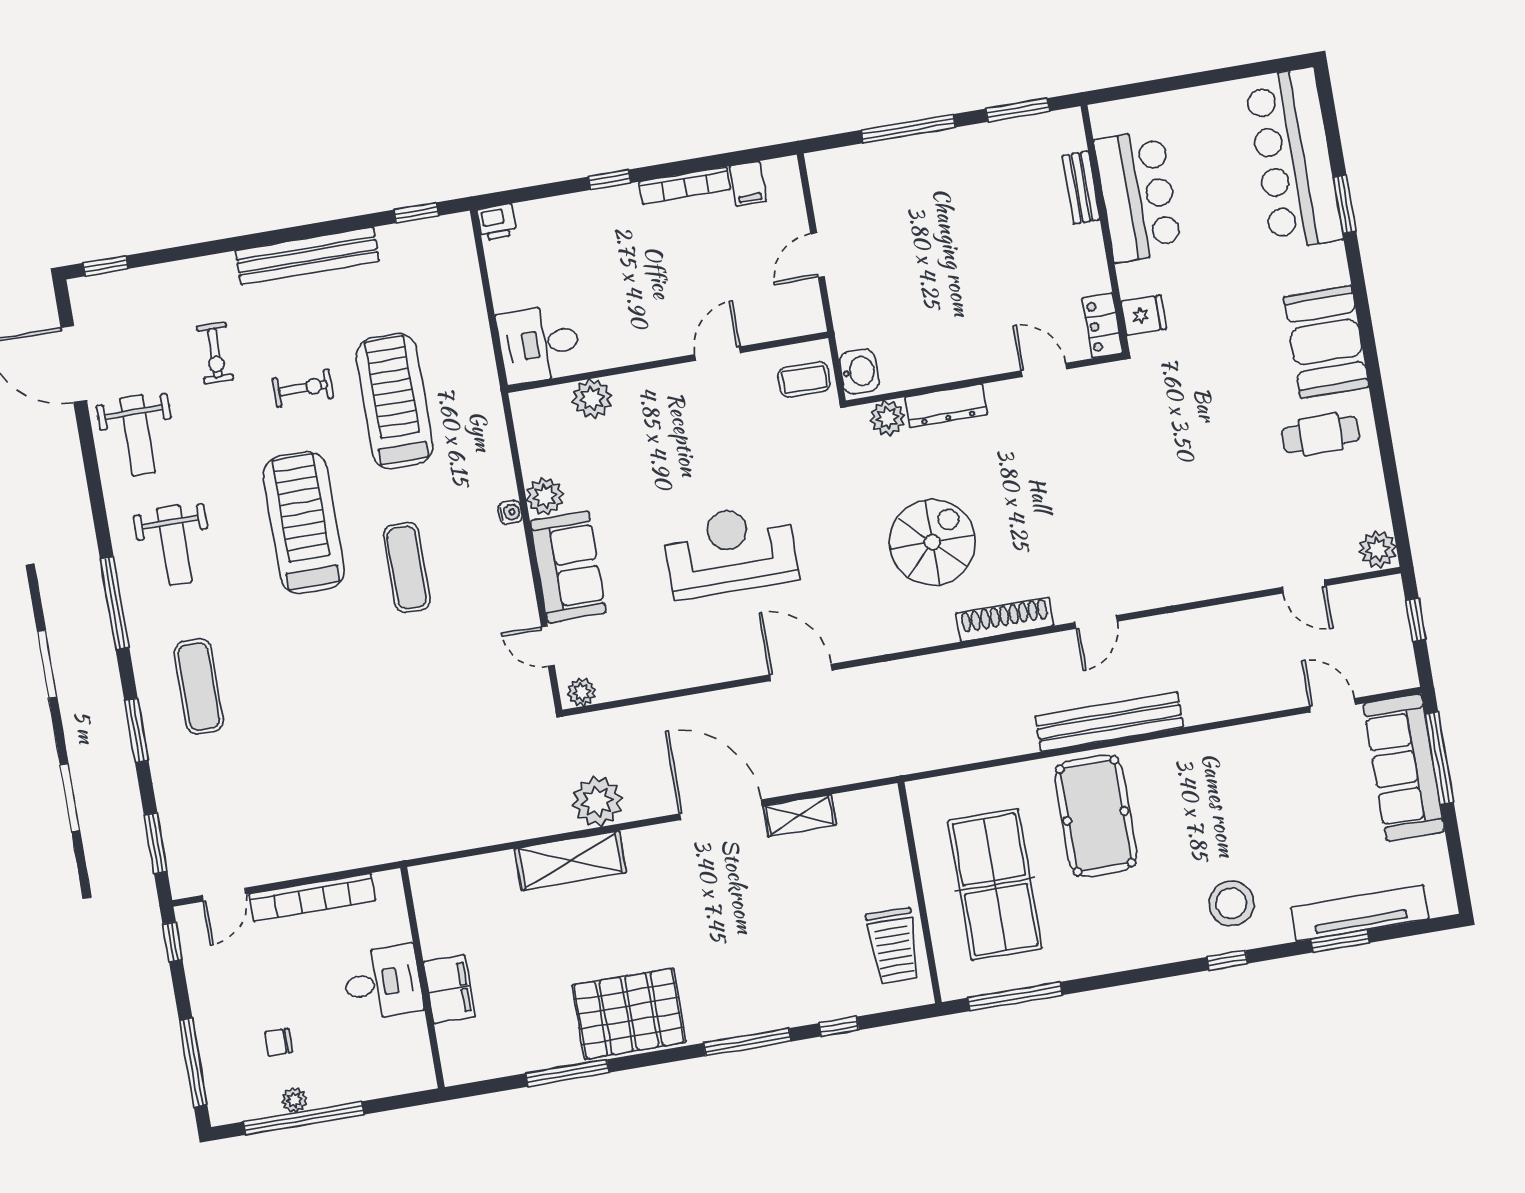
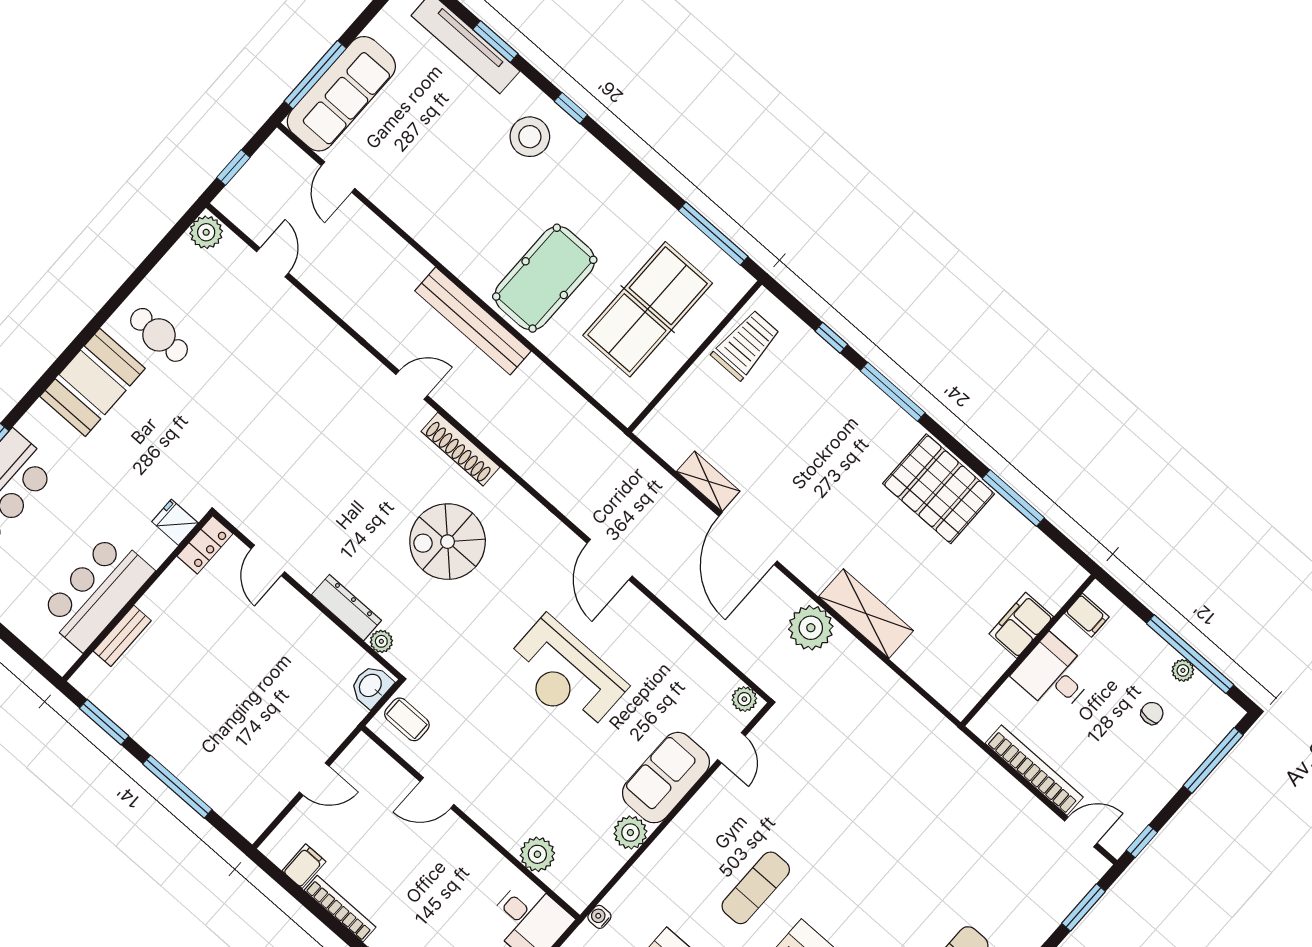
plant: (887, 418) -> (381, 641), width x0.73, depth x0.73
water cooler: (510, 512) -> (599, 917), moved
chair: (278, 1042) -> (1152, 713), turned -90
filing cabinet: (411, 1055) -> (1087, 615), added

